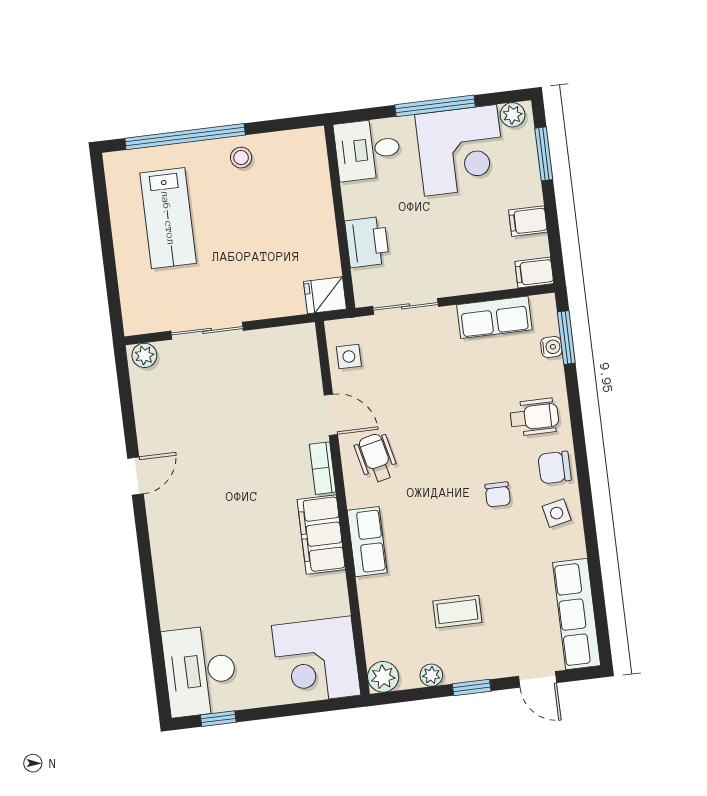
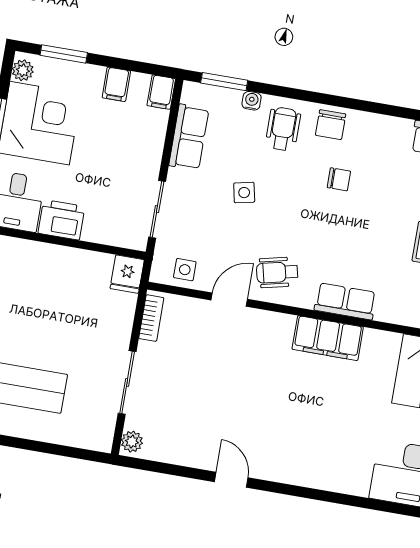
printer: (367, 242) -> (62, 220), moved
water cooler: (551, 347) -> (252, 101), moved
bookcase: (323, 468) -> (151, 318), moved, turned -90
side table: (557, 513) -> (244, 193), moved

